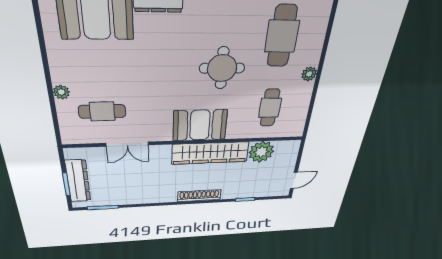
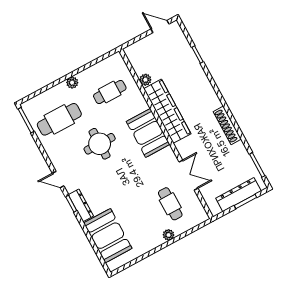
plant: (261, 152) -> (145, 80), width x0.53, depth x0.53
shoe rack: (199, 196) -> (227, 125), moved

